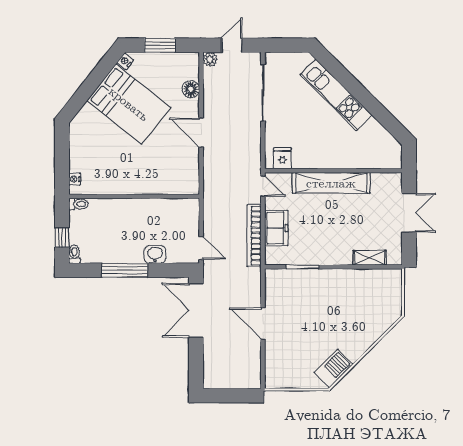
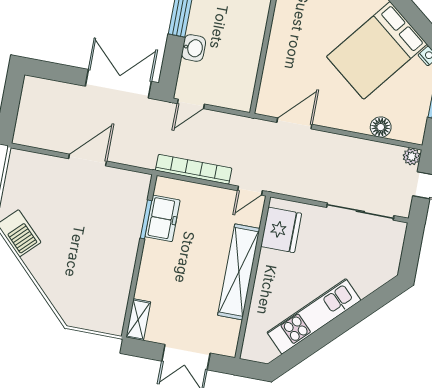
kitchen unit: (336, 95) -> (314, 316), moved
door: (201, 133) -> (294, 123), moved
fridge: (282, 158) -> (281, 230), width x1.88, depth x1.34
freezer: (276, 228) -> (162, 218), moved, turned -90
shelving: (370, 258) -> (138, 320), moved

